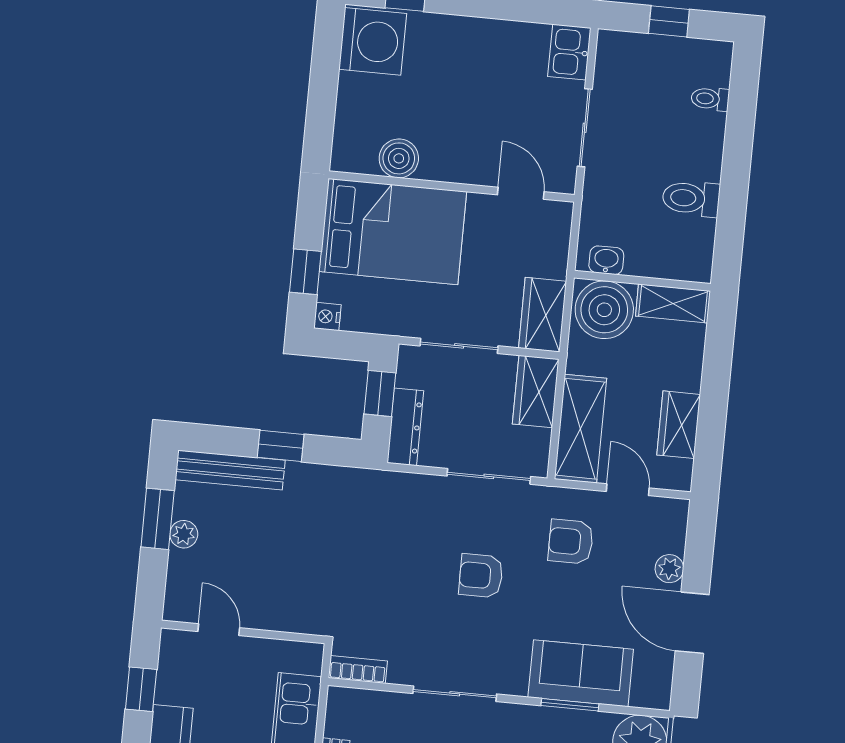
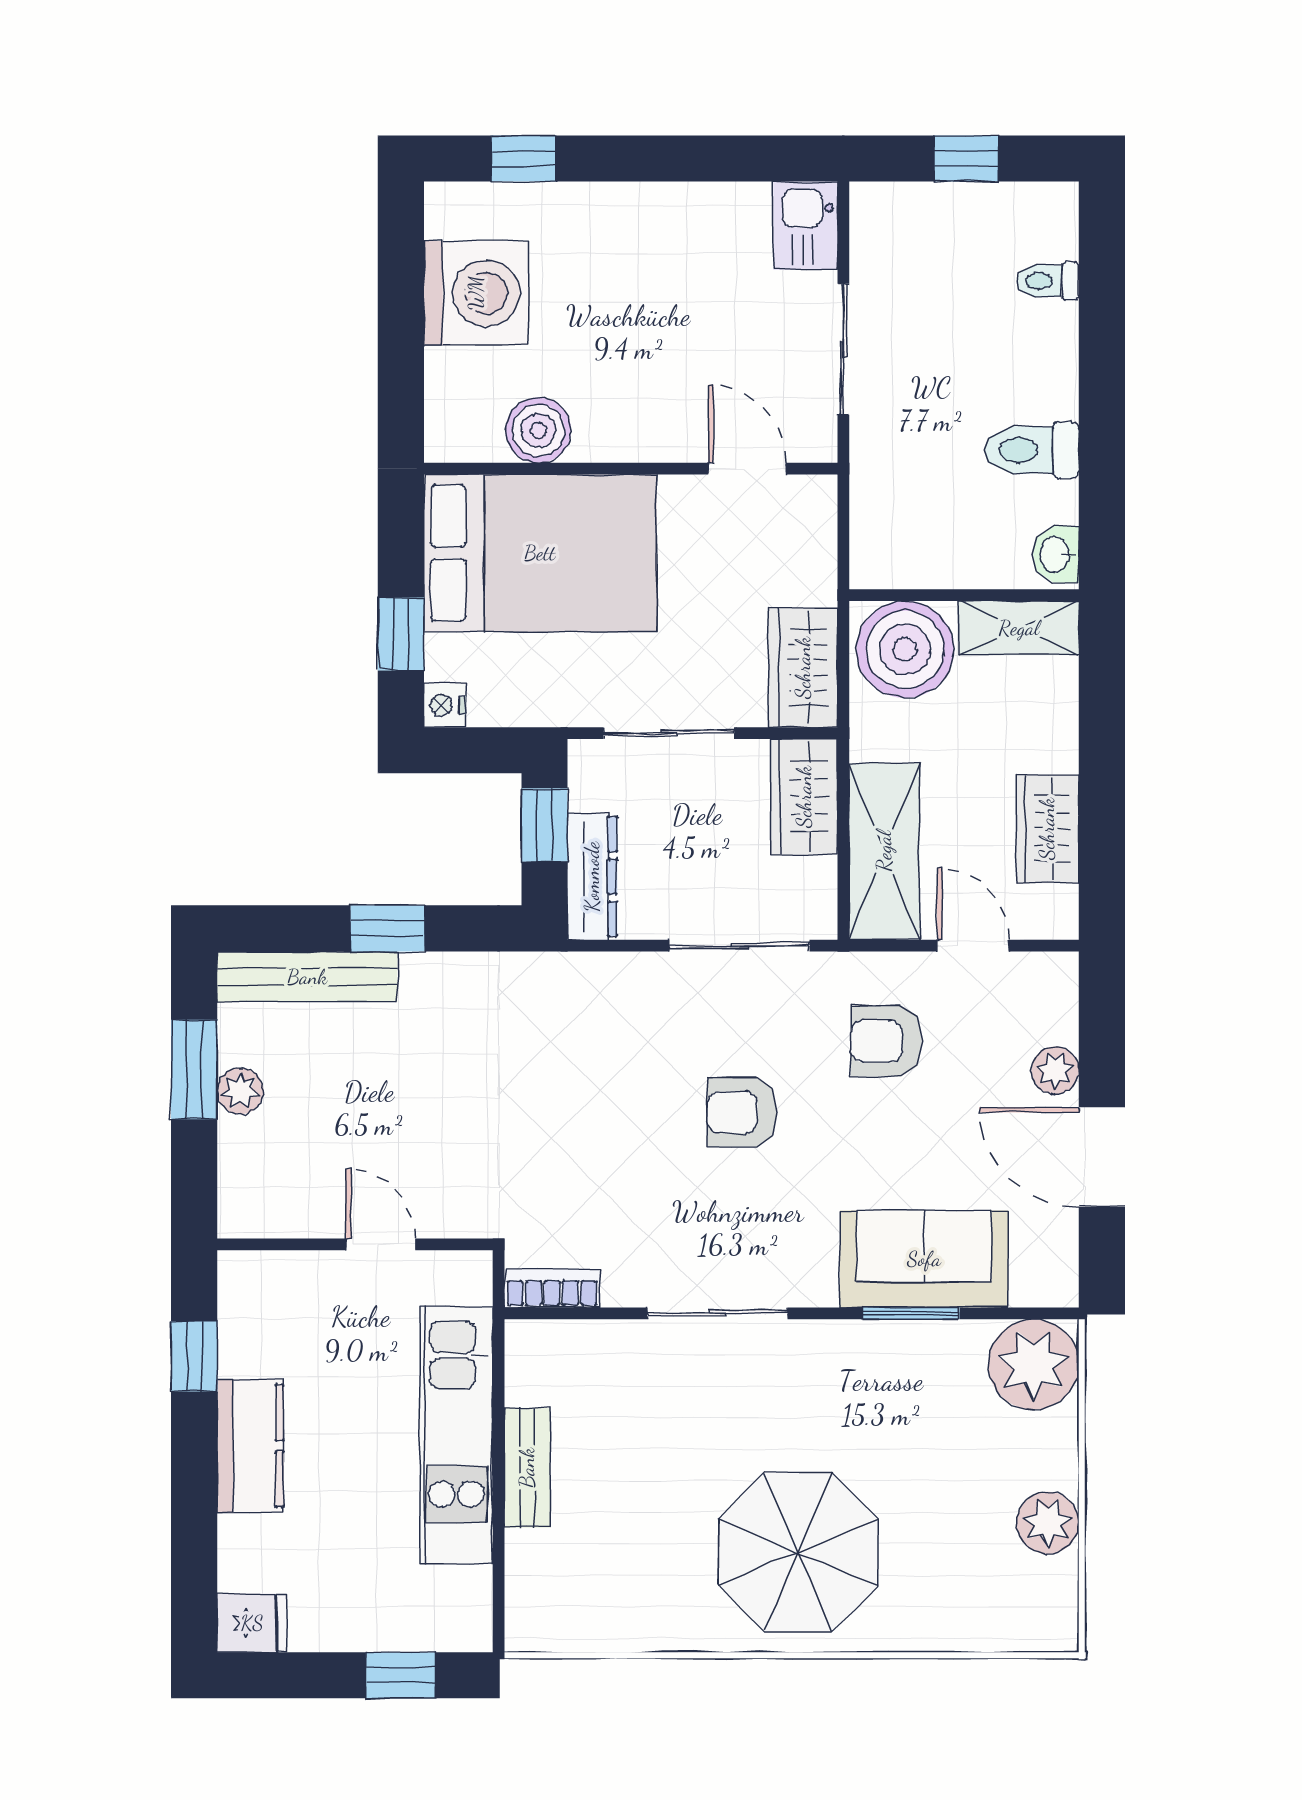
washing machine: (373, 41) -> (476, 293), moved
washbasin: (606, 260) -> (1056, 554), moved, turned -90
door: (219, 630) -> (381, 1244), moved

